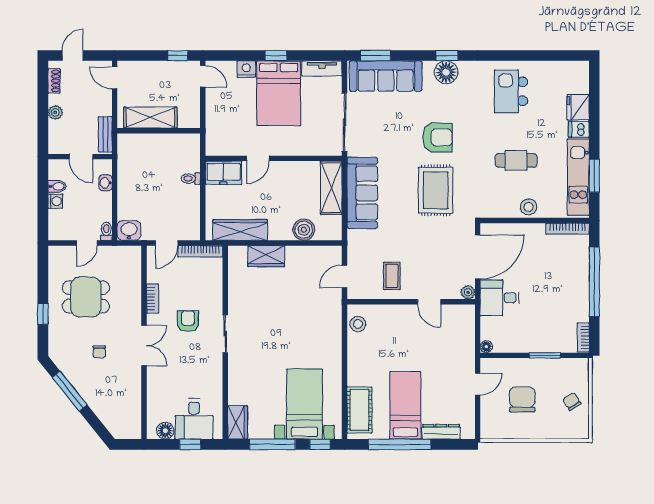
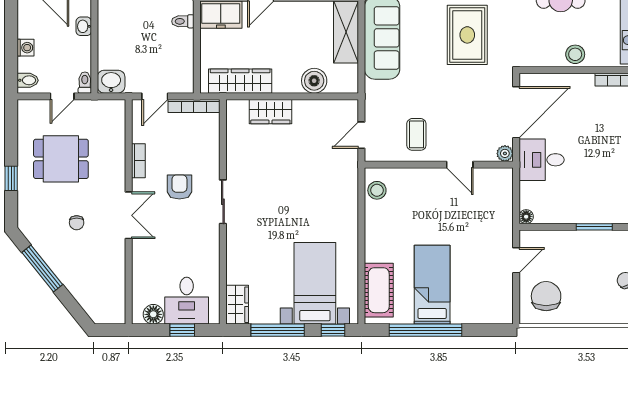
bidet: (57, 186) -> (28, 80), moved
chair: (522, 399) -> (546, 296), moved
dresser: (441, 432) -> (474, 315), removed

